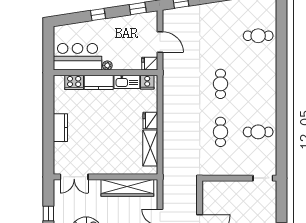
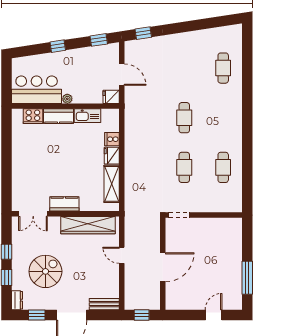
cafe table: (258, 36) -> (223, 68), turned 90
cooker: (147, 82) -> (112, 139), moved, turned 90
kitchen counter: (60, 128) -> (64, 204), moved, turned -90
cafe table: (258, 132) -> (223, 167), turned 90
doorway: (263, 178) -> (179, 215), moved

